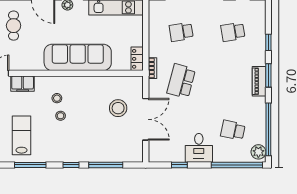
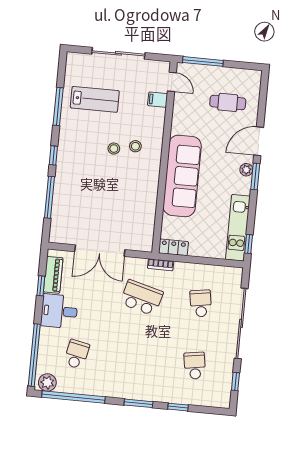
piano: (259, 81) -> (53, 275), moved, turned 90
filing cabinet: (23, 84) -> (158, 100), width x0.50
stool: (118, 108) -> (116, 219), removed

